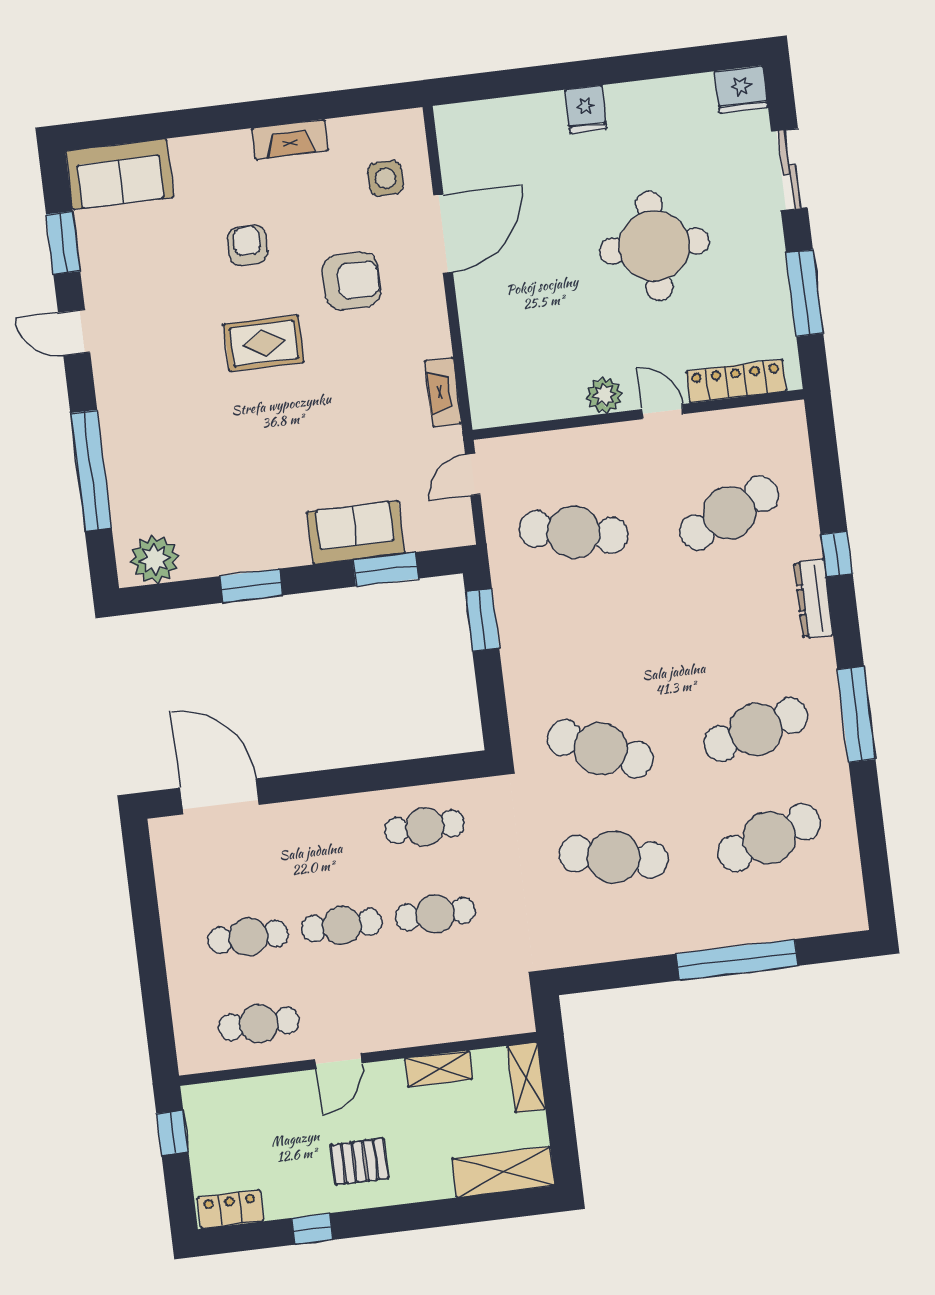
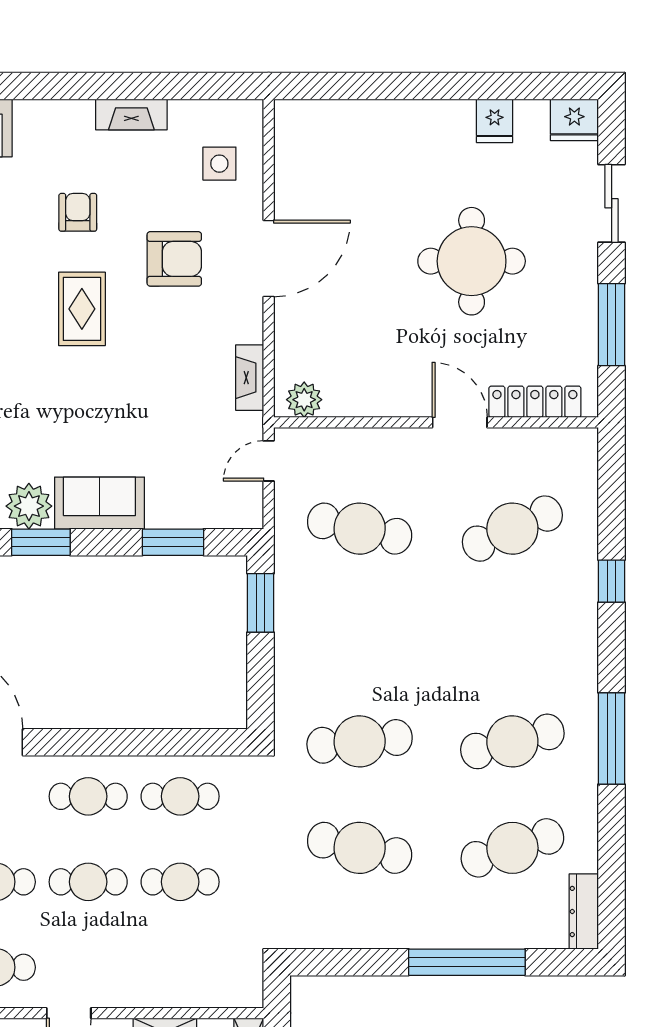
fridge: (586, 109) -> (495, 121), moved
door: (443, 234) -> (269, 258), moved
rug: (264, 343) -> (82, 309), turned 90
plant: (604, 395) -> (304, 400), moved
door: (662, 412) -> (460, 422), width x1.38
sofa: (356, 532) -> (99, 503), moved
plant: (235, 550) -> (29, 506), added
dresser: (813, 599) -> (584, 911), moved
cafe table: (600, 749) -> (360, 741), turned -30
cafe table: (331, 838) -> (88, 796), added

